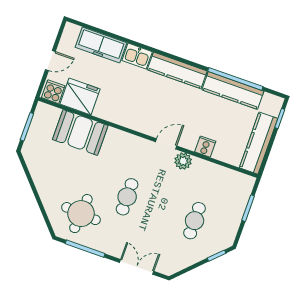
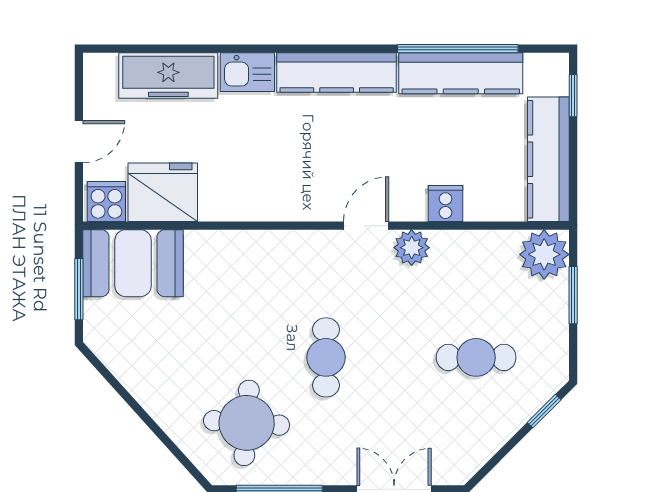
booth: (80, 132) -> (133, 263), moved
plant: (242, 185) -> (544, 254), added
cafe table: (195, 221) -> (476, 357), turned 90

